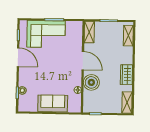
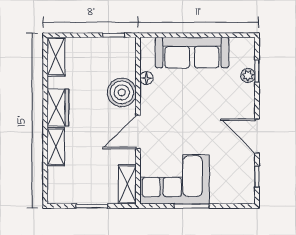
corner sofa: (46, 34) -> (175, 179), moved
shelving: (128, 36) -> (56, 147), moved
door: (83, 61) -> (138, 132), hinge flipped
sofa: (53, 104) -> (192, 53), width x1.36

